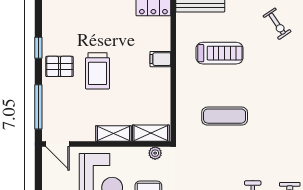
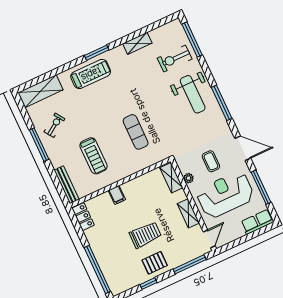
treadmill: (220, 53) -> (93, 156), turned 180
pallet: (59, 66) -> (155, 263), turned 90
shelving: (114, 133) -> (188, 213), moved
plant: (155, 153) -> (189, 178), moved

